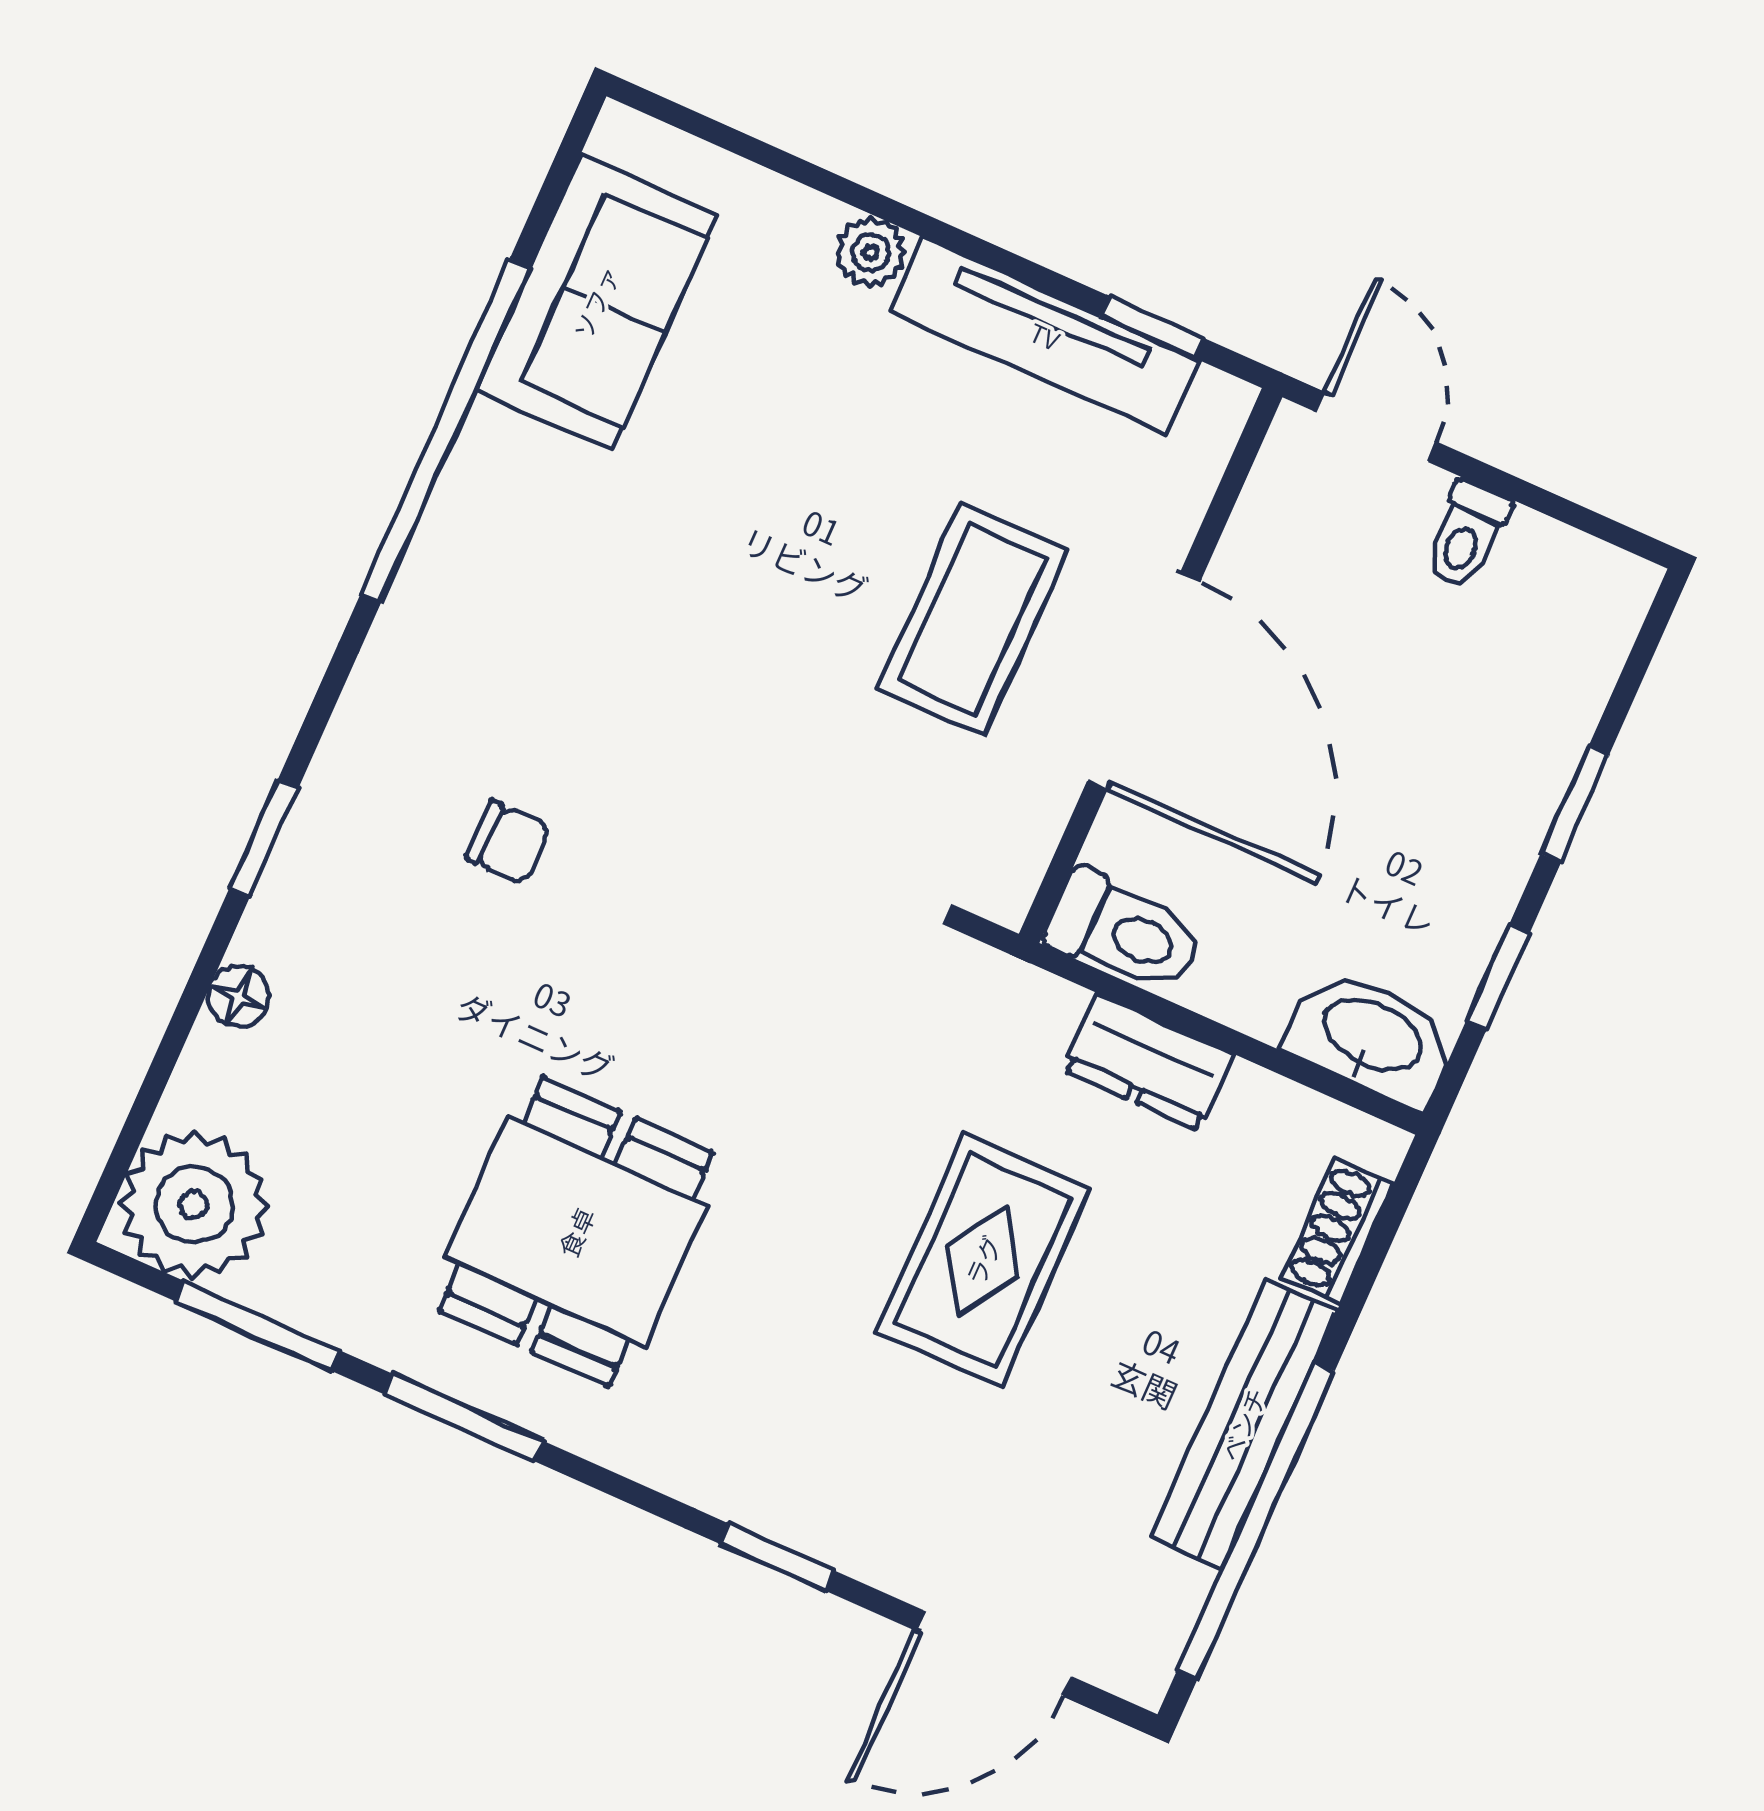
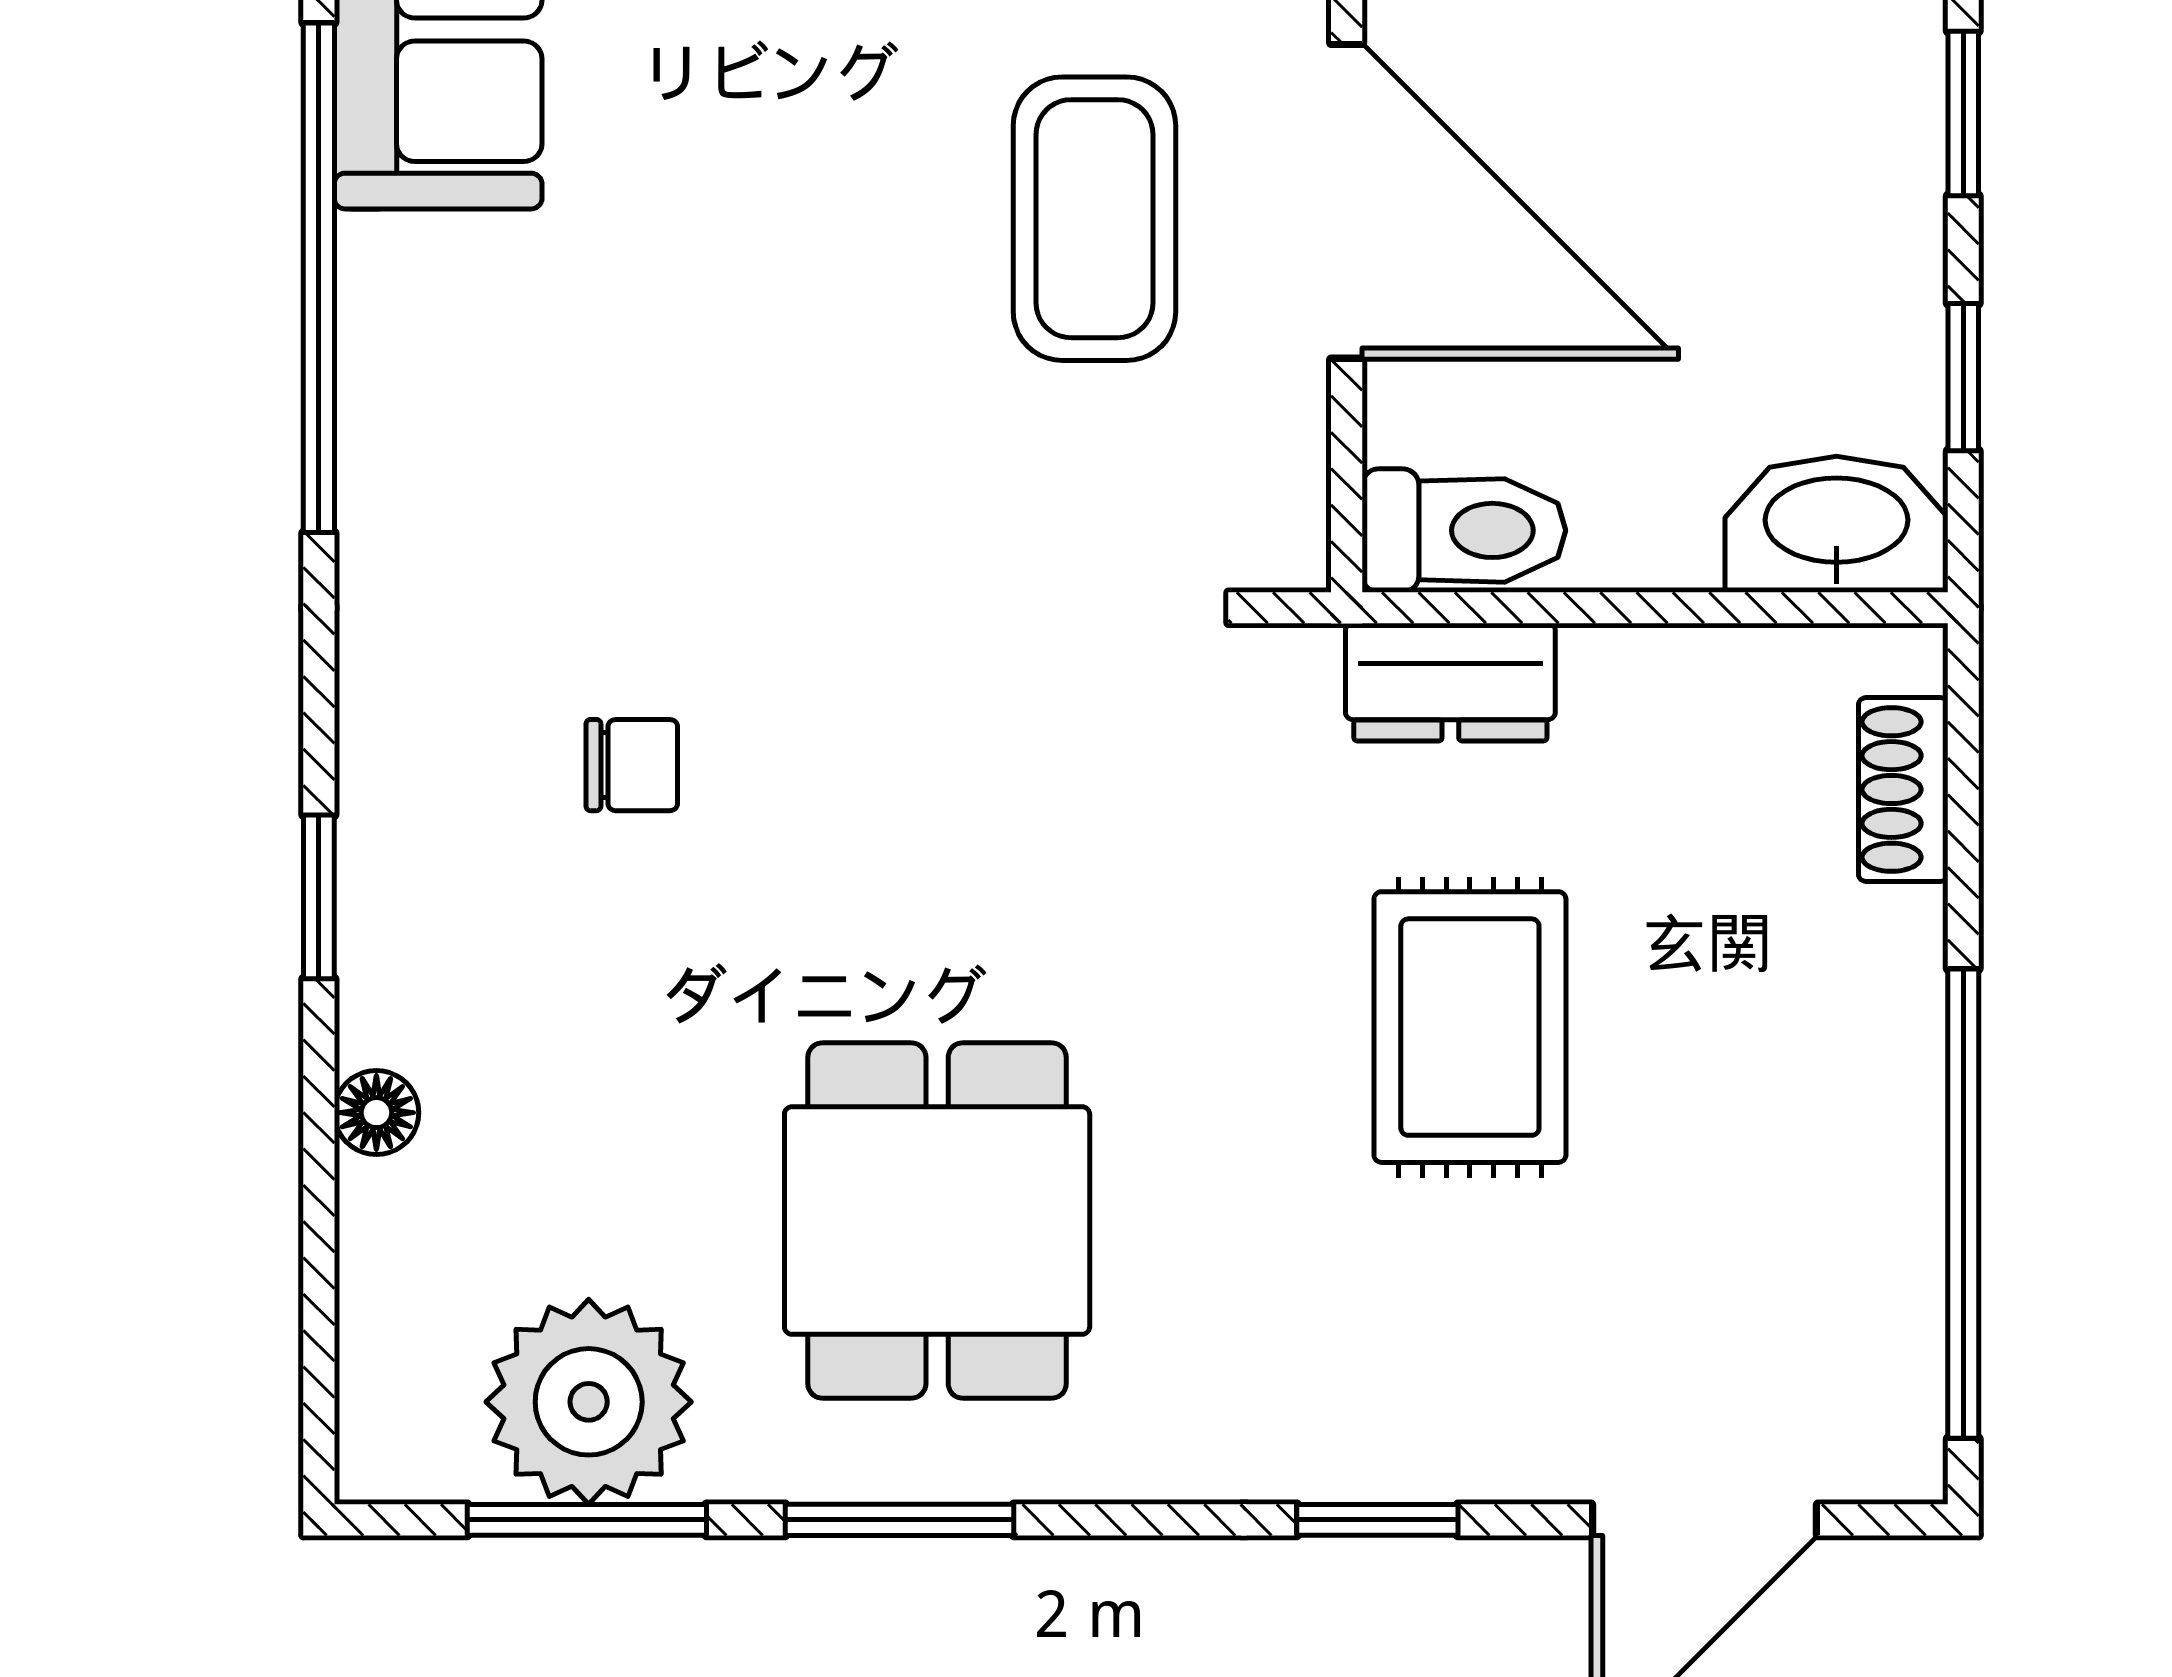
dresser: (1148, 1062) -> (1450, 682), moved
plant: (194, 1204) -> (589, 1402), moved
bench: (1243, 1424) -> (1893, 1088), removed

